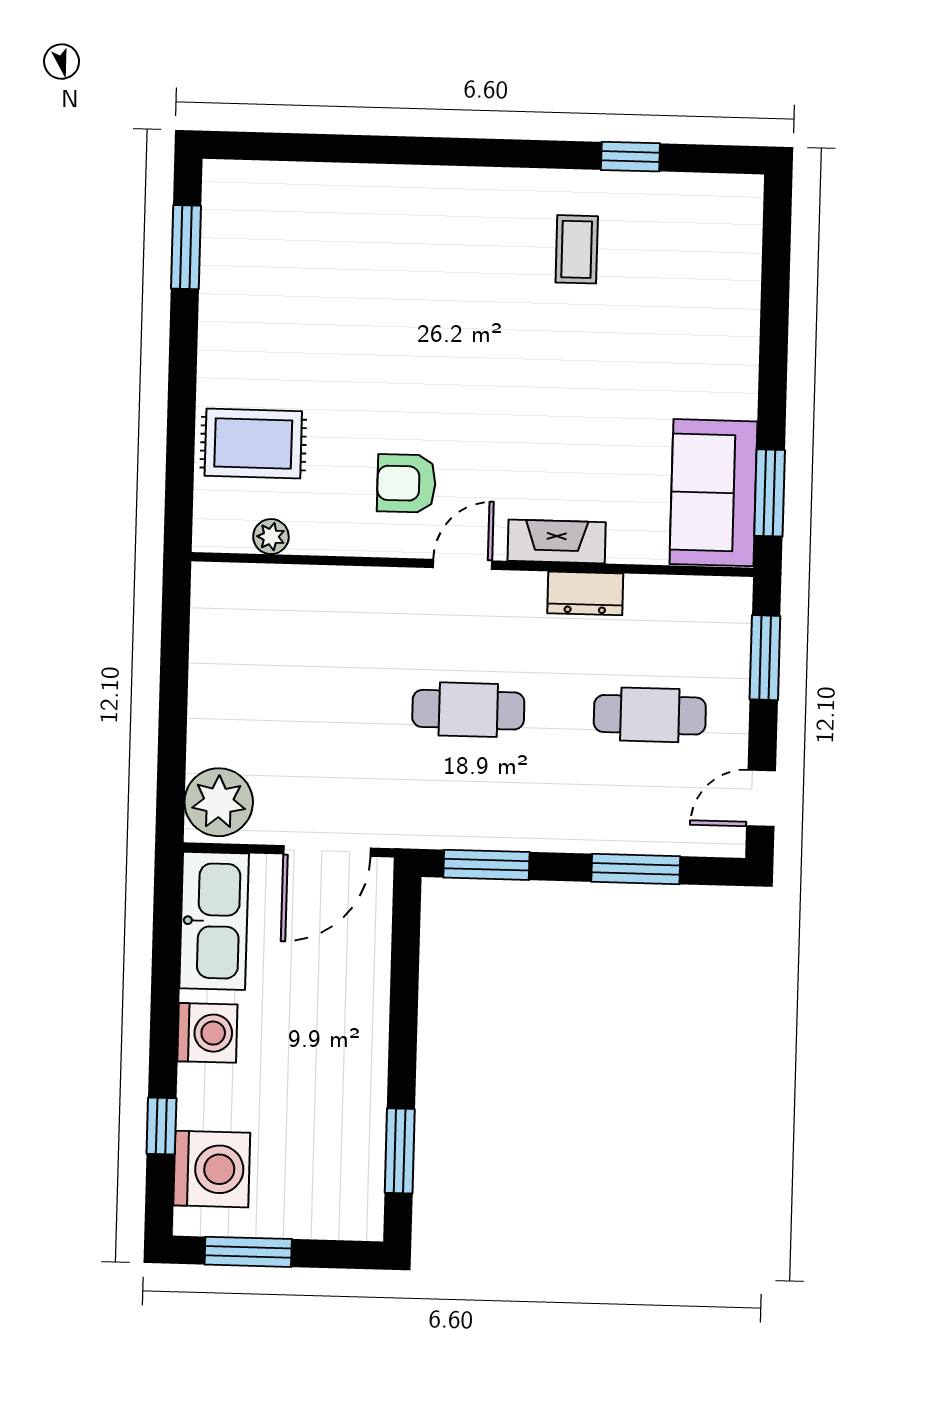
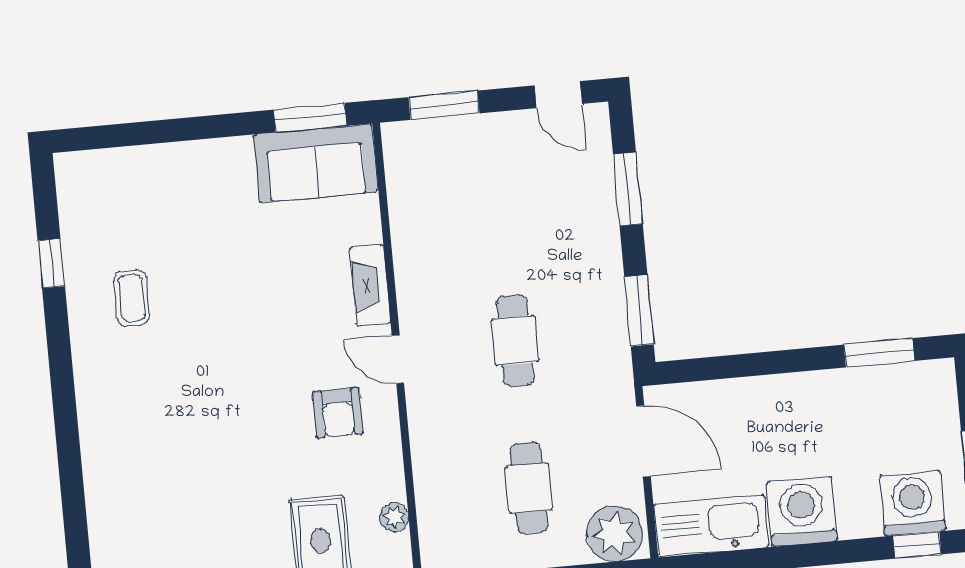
coffee table: (577, 249) -> (132, 298), turned 90
dresser: (585, 593) -> (410, 257), removed
cafe table: (650, 715) -> (529, 488), moved
washing machine: (207, 1033) -> (802, 511), width x1.37, depth x1.37
window: (161, 1126) -> (917, 545), moved

